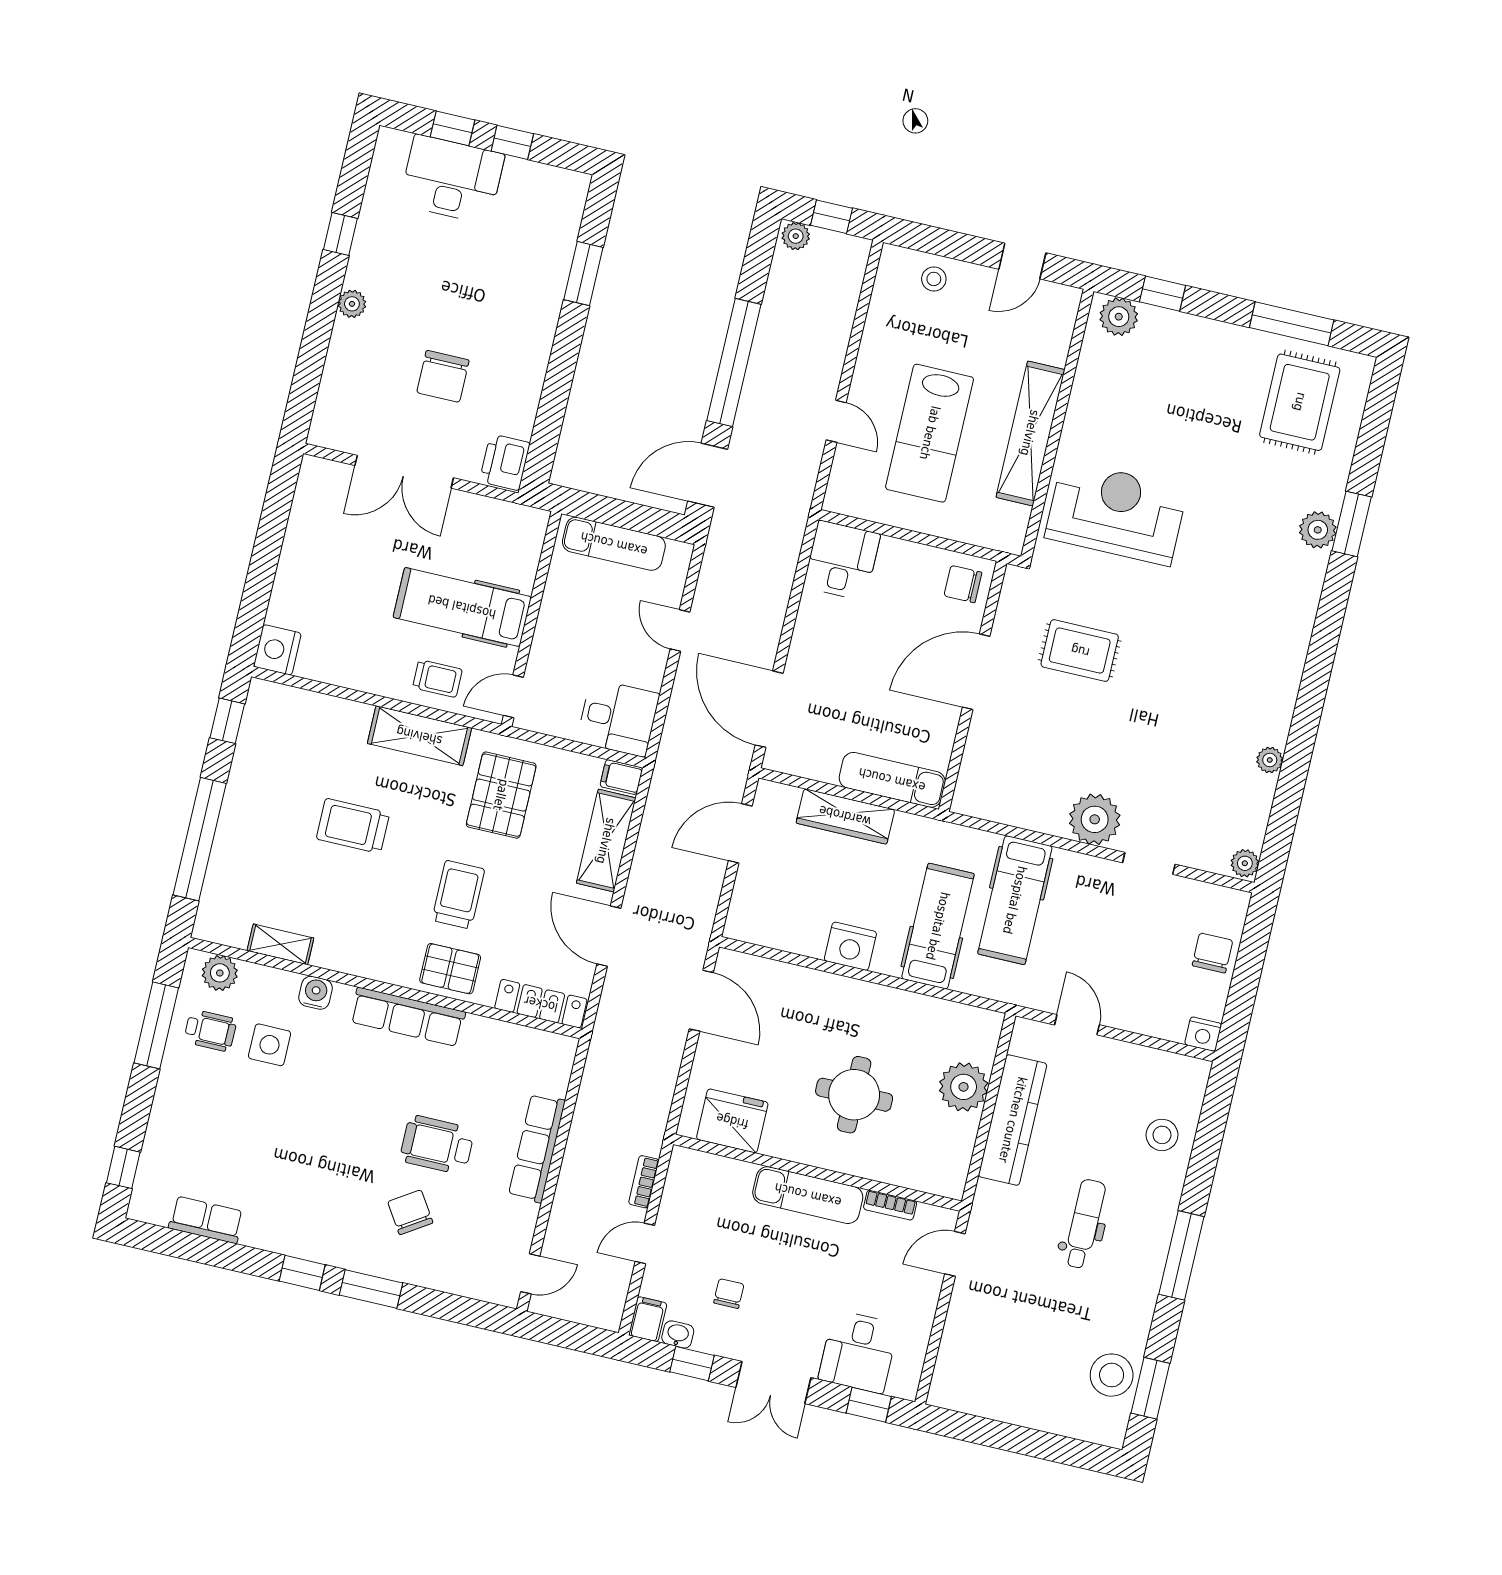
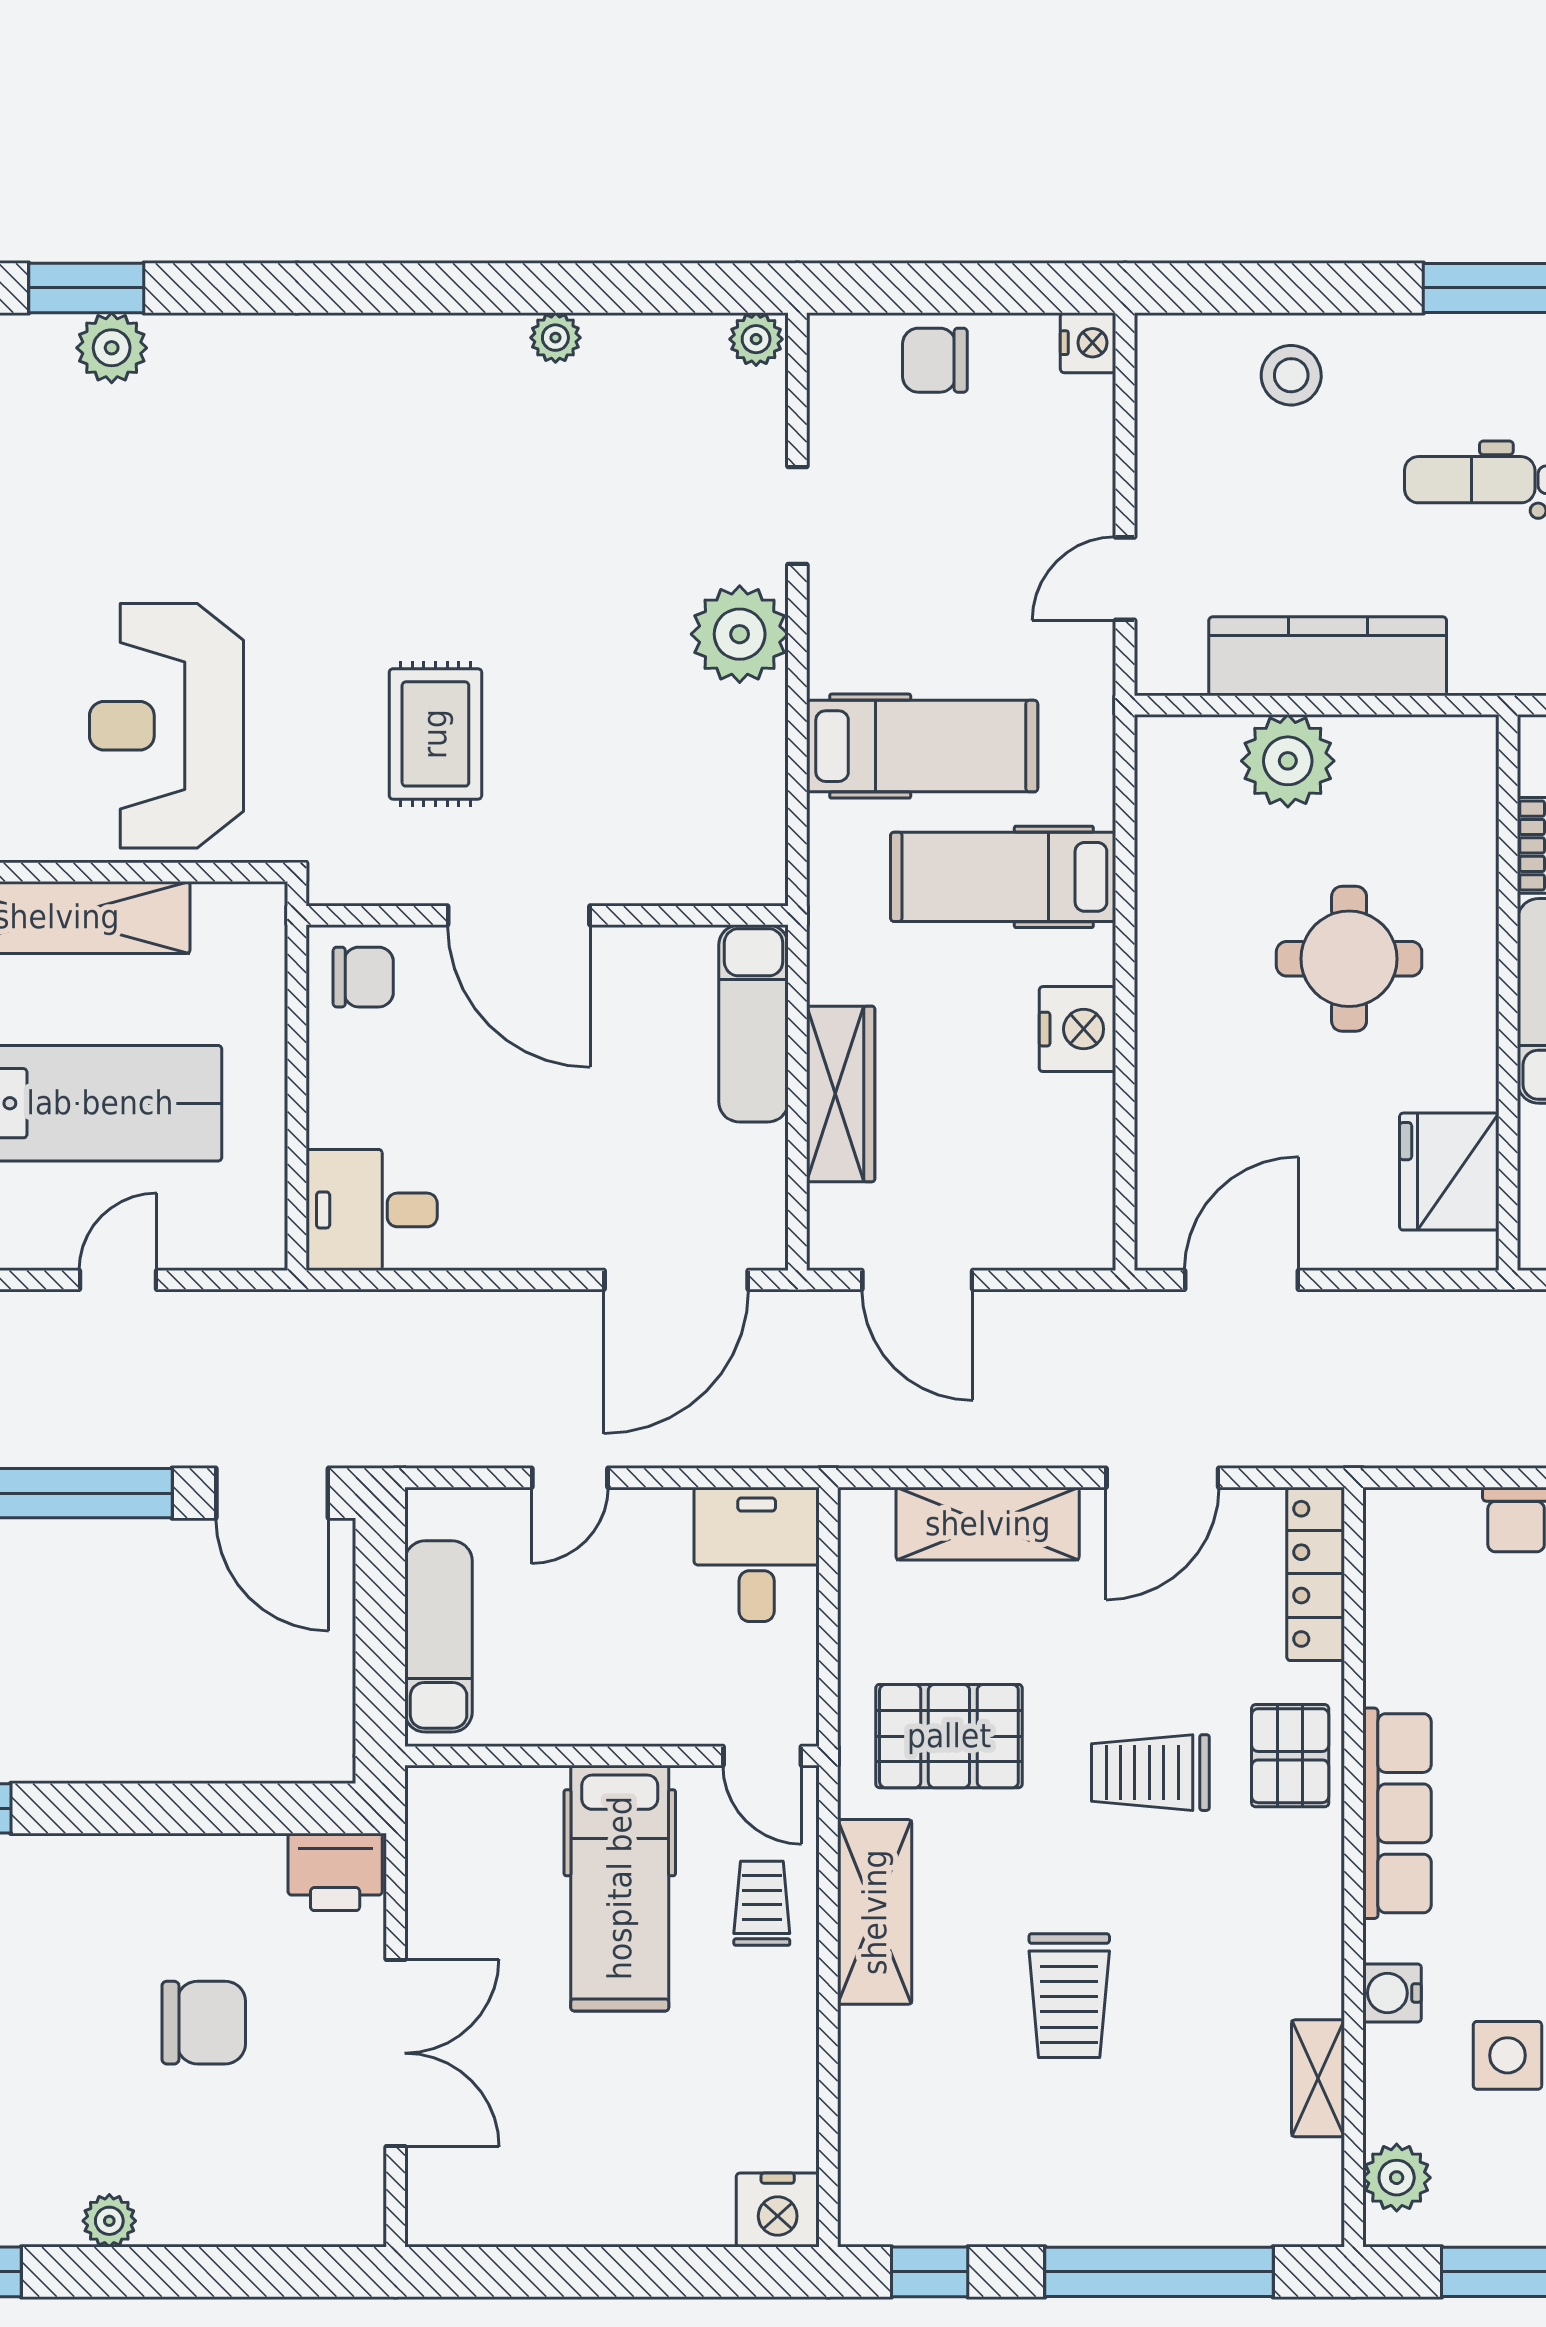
chair: (963, 584) -> (363, 977), turned -90
filing cabinet: (621, 777) -> (864, 1523), removed
wheelchair: (210, 1030) -> (1506, 2170), removed

